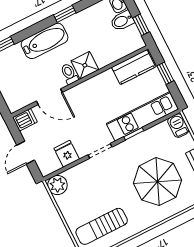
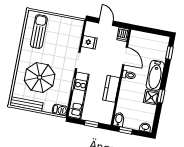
bidet: (122, 21) -> (119, 119), moved
shower: (85, 65) -> (151, 97), moved
kitchen counter: (134, 67) -> (111, 89), moved
door: (49, 97) -> (125, 56), swing flipped
plant: (57, 185) -> (77, 25), removed

